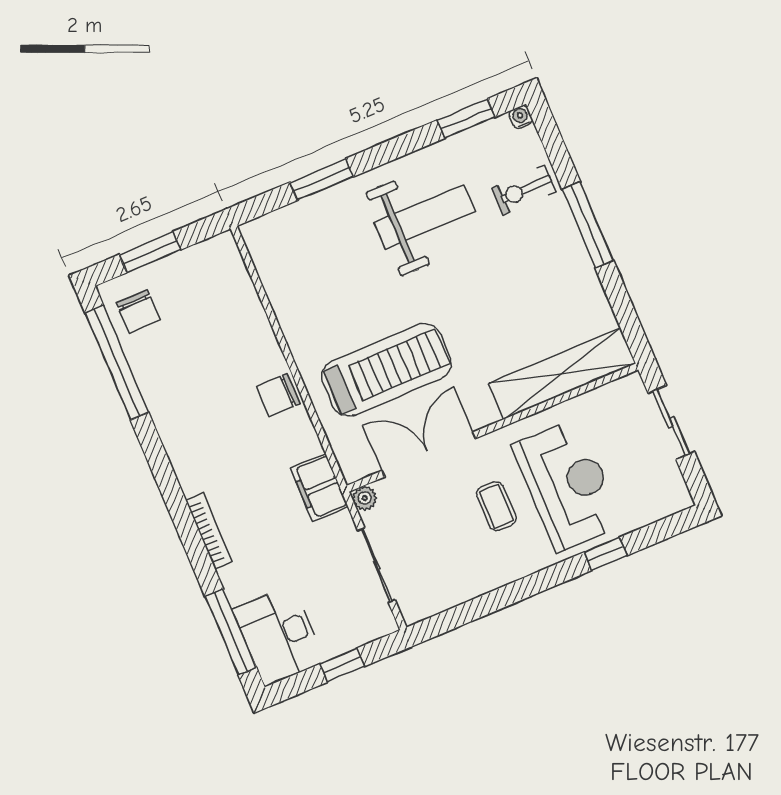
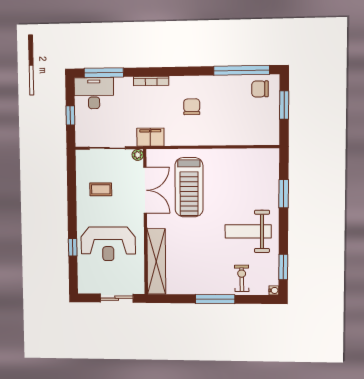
weight bench: (425, 217) -> (248, 231), turned 90
chair: (278, 395) -> (192, 107), moved
coffee table: (496, 506) -> (101, 189), moved

